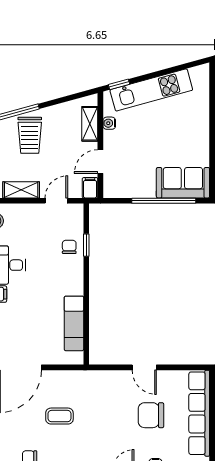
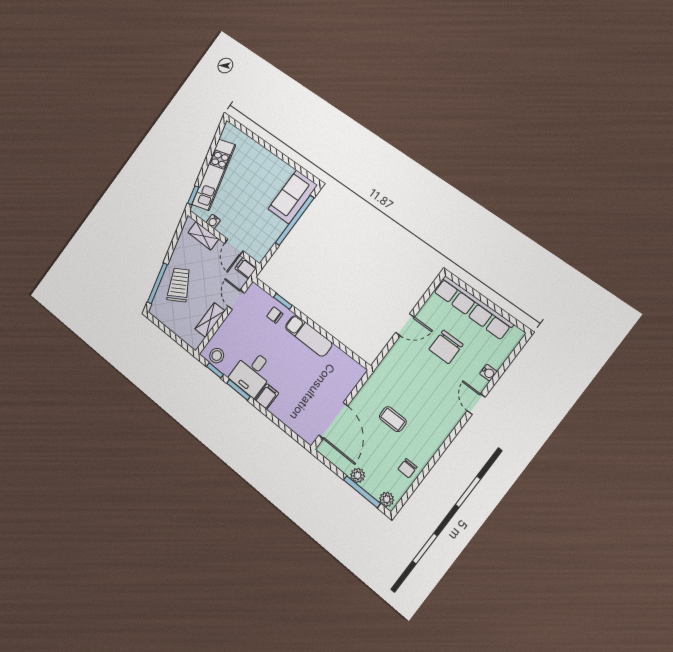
trolley: (30, 135) -> (179, 285), turned -119
exam couch: (74, 323) -> (309, 336), moved
coffee table: (59, 416) -> (393, 419), turned 90

